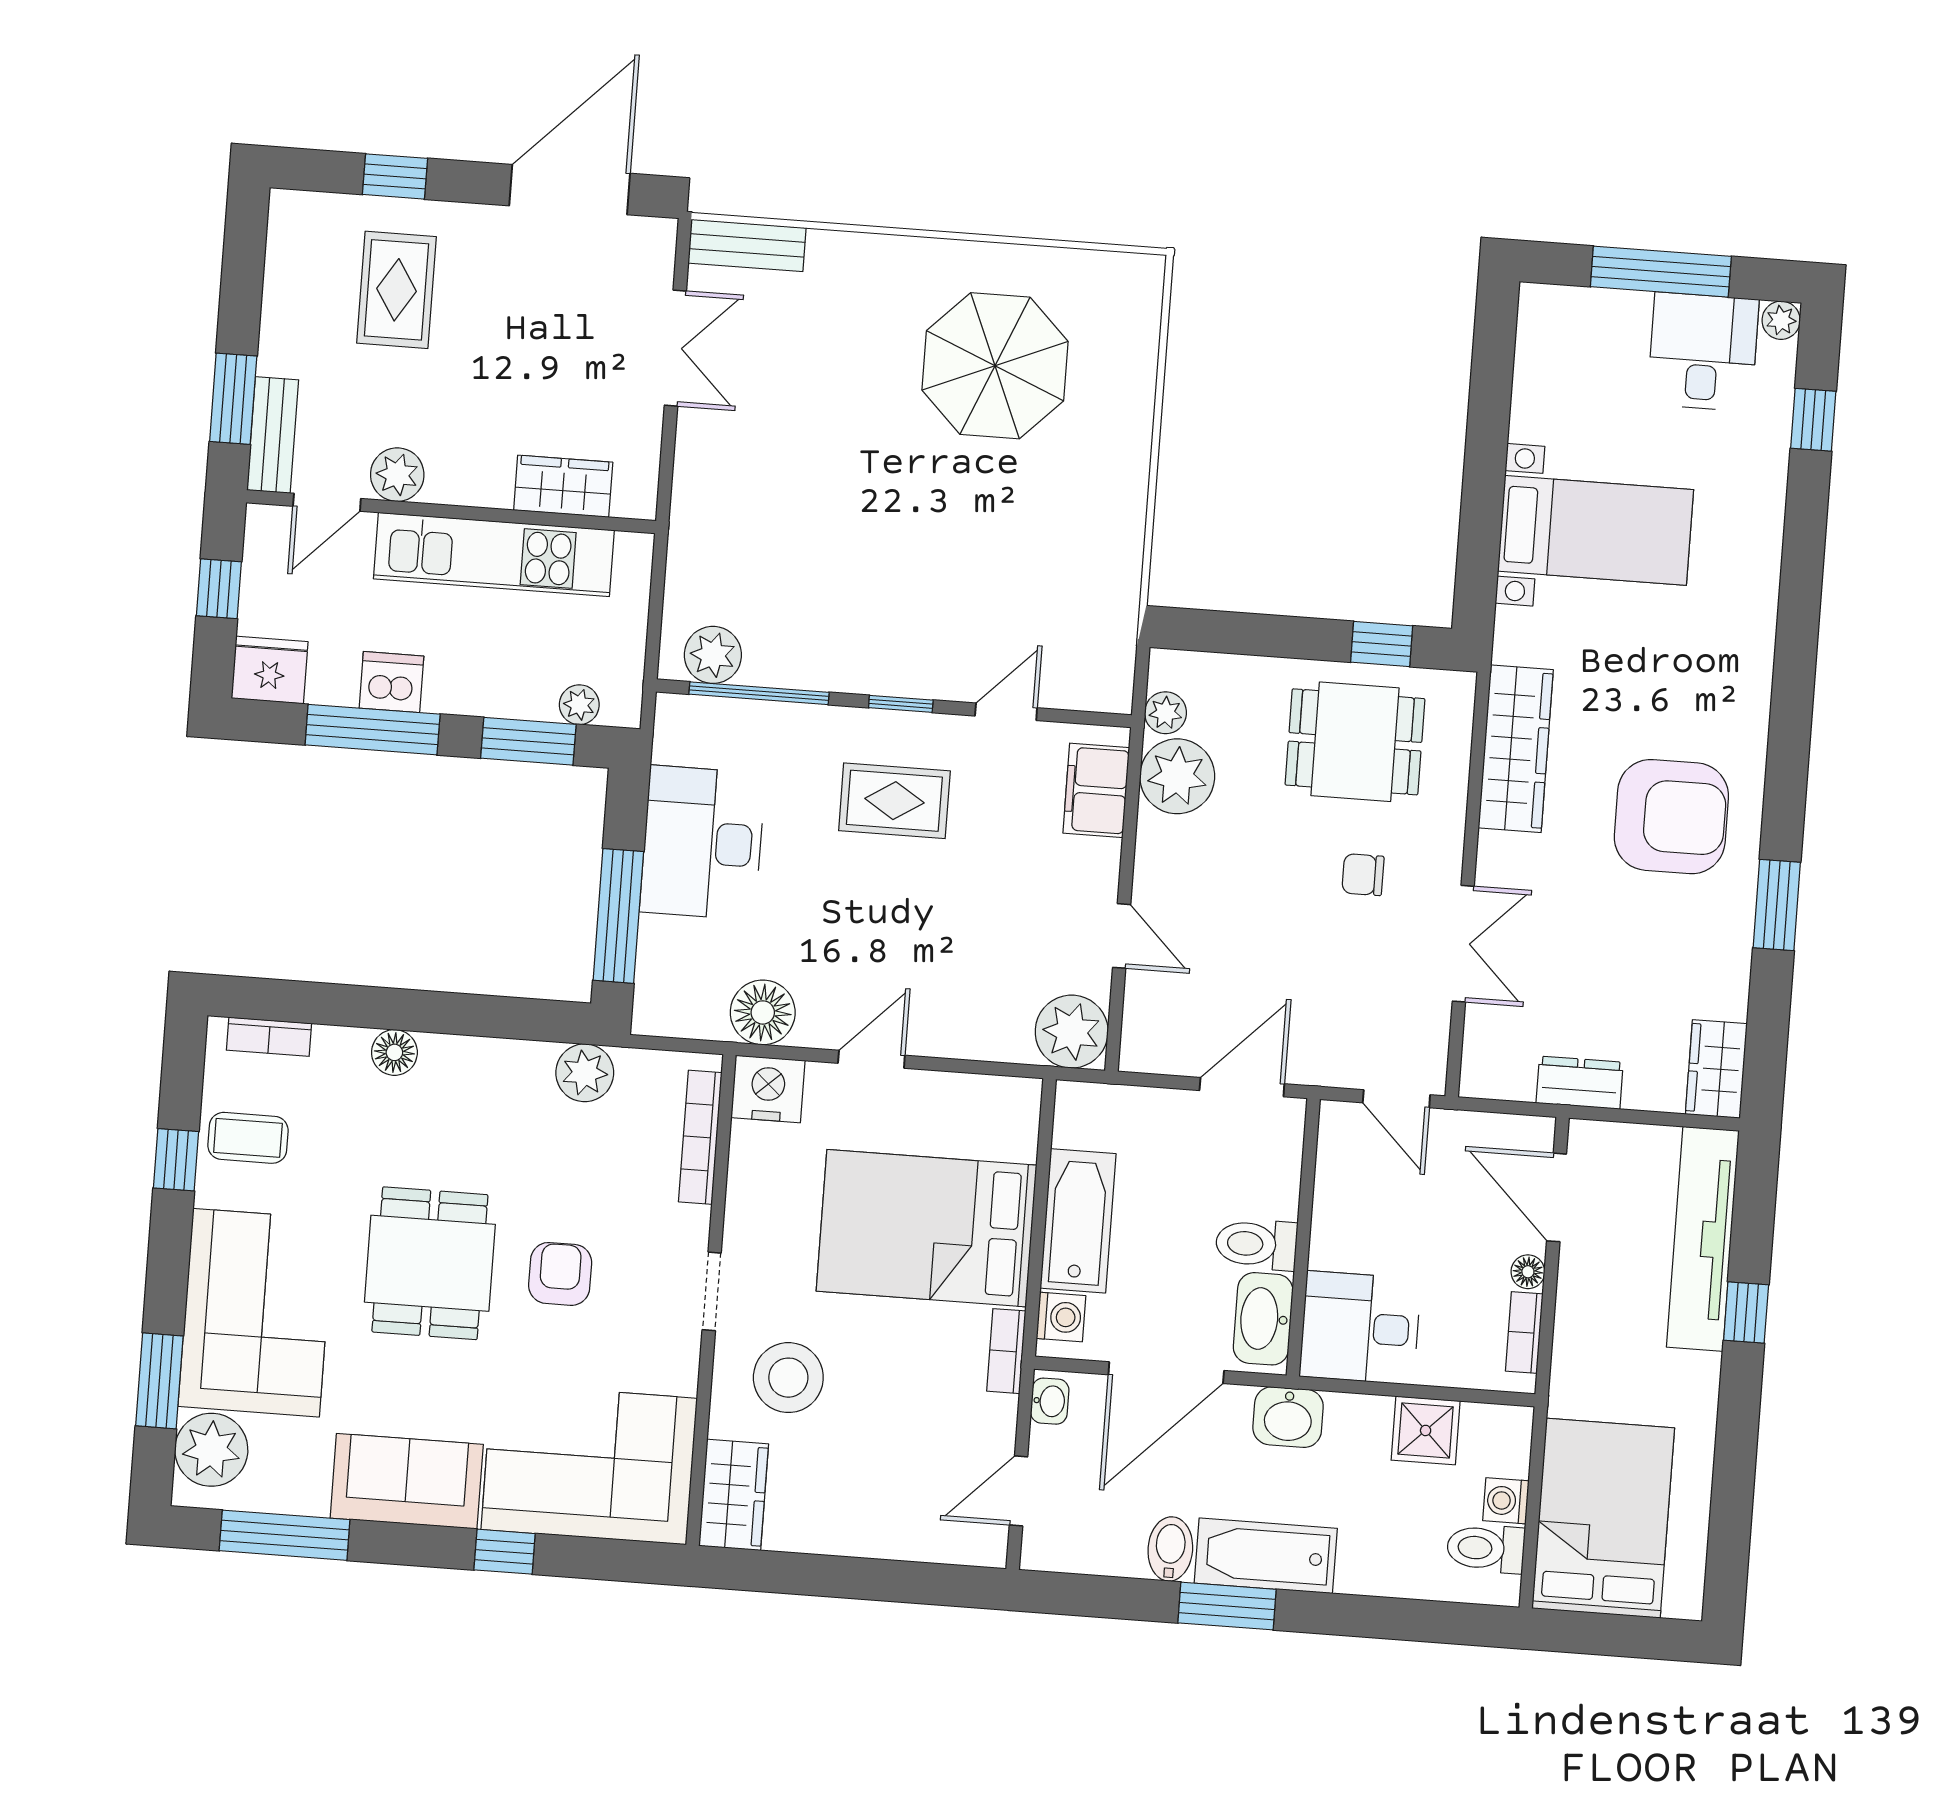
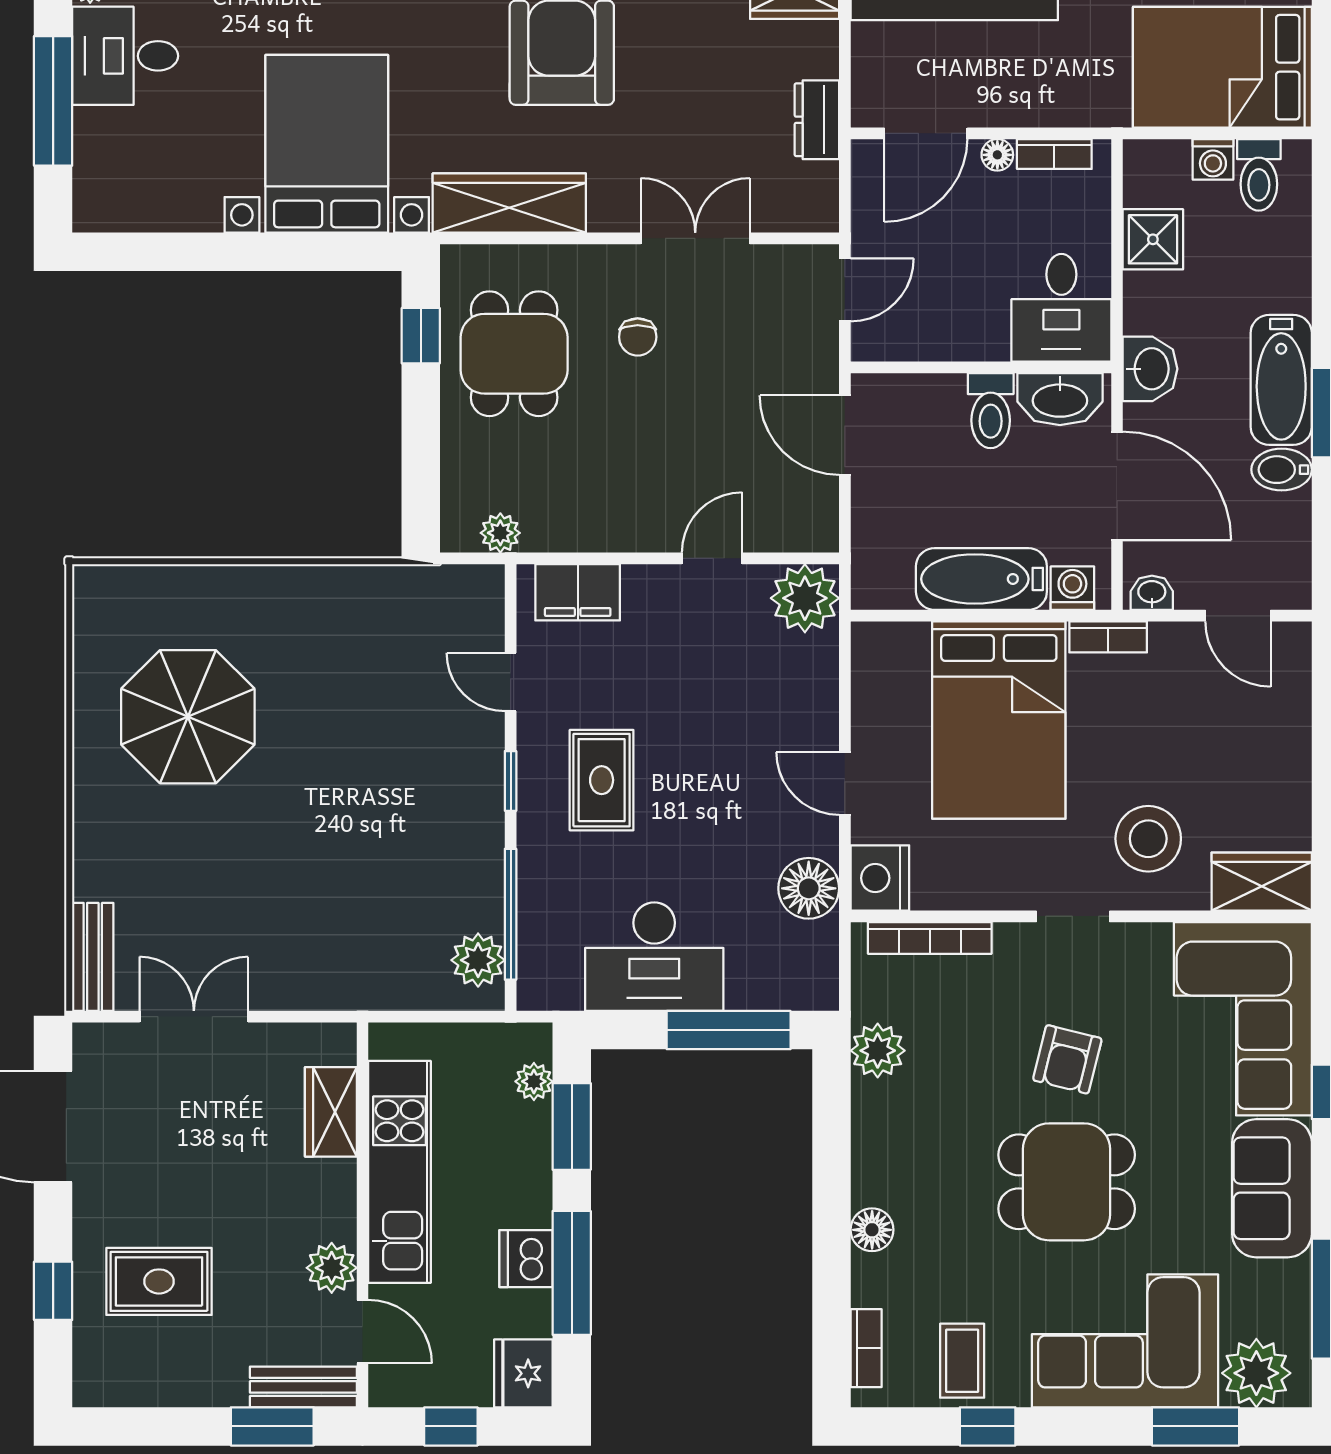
bed with nightstands: (1596, 530) -> (327, 144), width x1.36
plant: (1177, 776) -> (559, 517), removed
armchair: (560, 1274) -> (1067, 1059), turned -76

